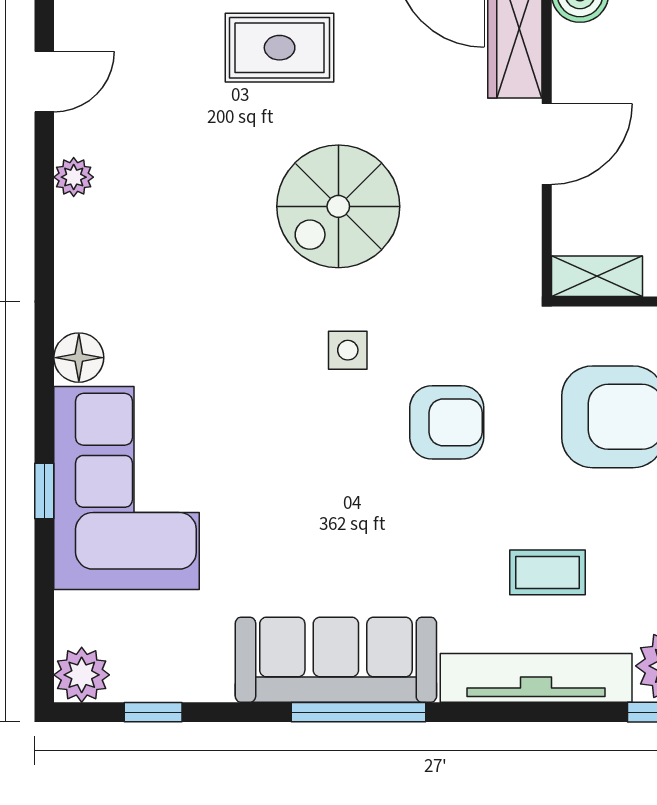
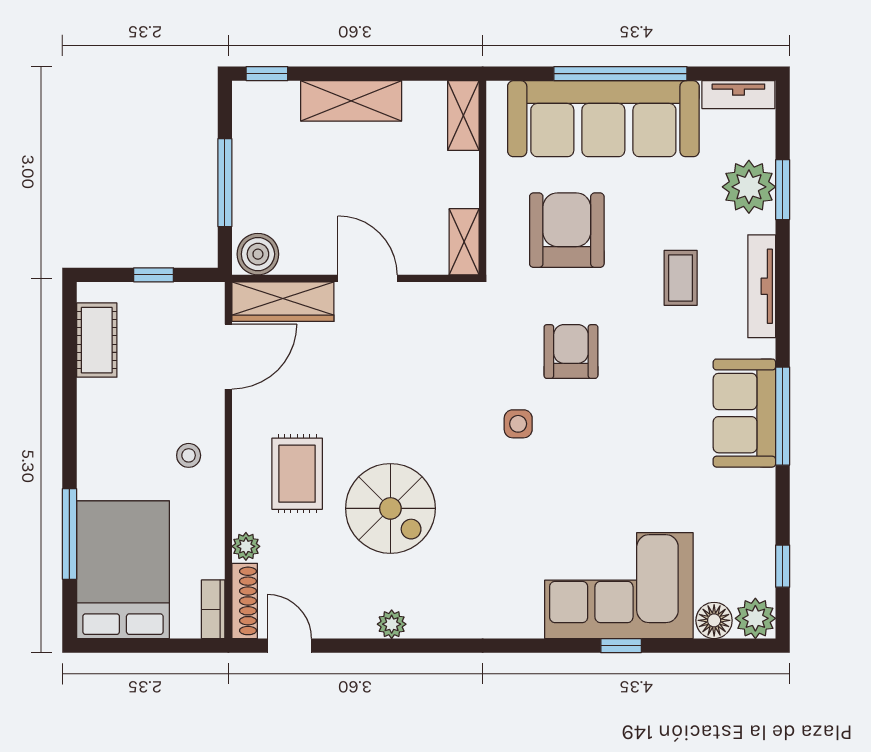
door: (44, 82) -> (289, 646), moved
spiral stairs: (338, 206) -> (390, 508), moved
floor lamp: (79, 358) -> (714, 620), moved
sofa: (336, 660) -> (744, 413), width x0.73
tv unit: (536, 678) -> (762, 286), width x0.73, depth x0.78

